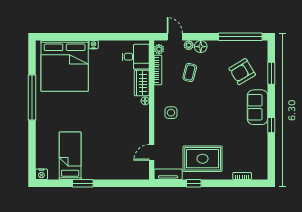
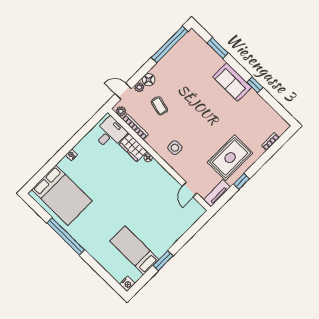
bed: (65, 66) -> (62, 195), width x0.73
armchair: (242, 72) -> (196, 68), removed

